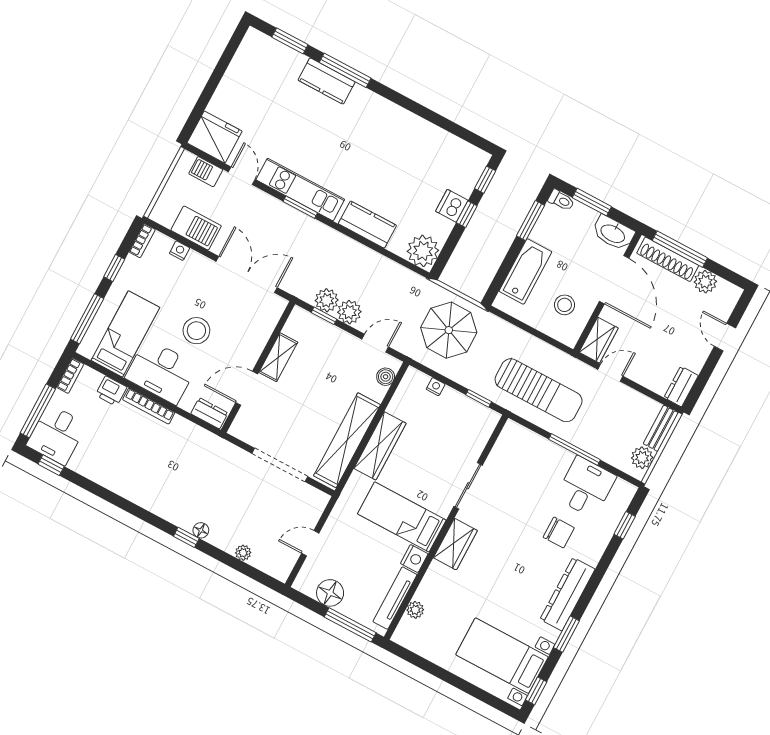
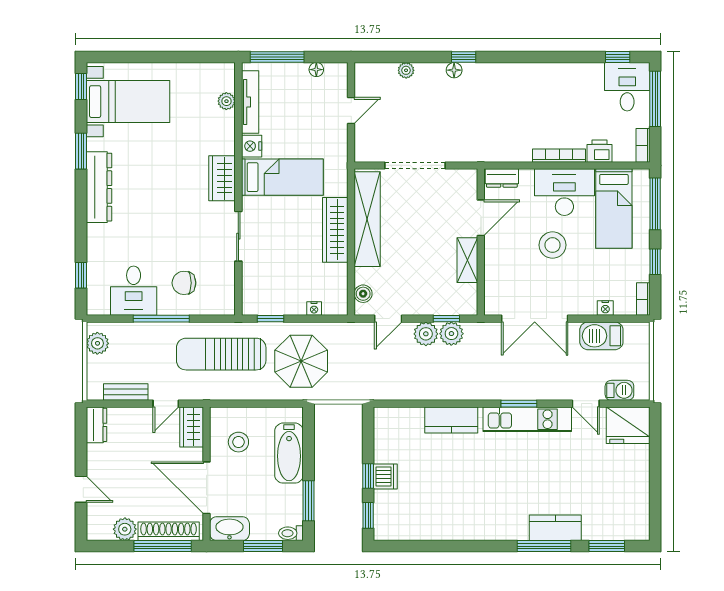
plant: (423, 251) -> (389, 423), removed
parasol: (449, 330) -> (301, 361), moved
bench: (661, 428) -> (126, 392), moved, turned 90
chair: (559, 532) -> (184, 283), moved
floor lamp: (330, 593) -> (316, 70), width x0.53, depth x0.53

